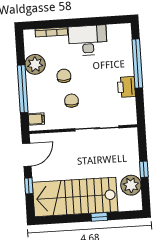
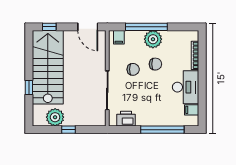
filing cabinet: (113, 32) -> (192, 110), added
plant: (35, 64) -> (153, 39), moved
printer: (126, 87) -> (126, 119), moved
window: (29, 186) -> (49, 27), moved

